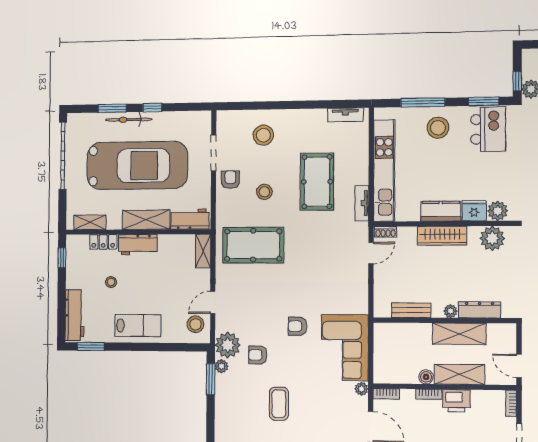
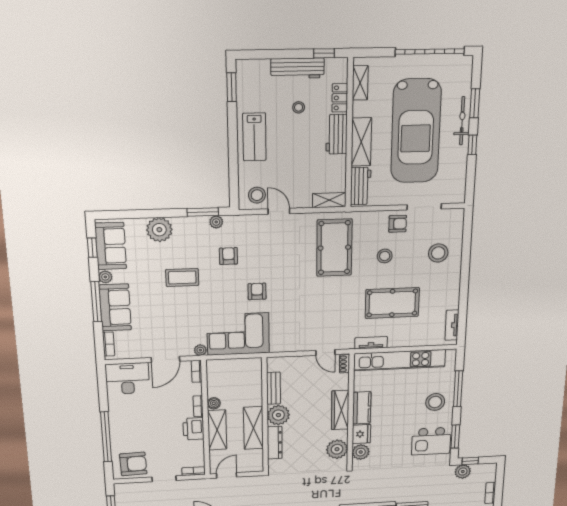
plant: (451, 311) -> (278, 415), width x1.87, depth x1.87
workbench: (75, 315) -> (297, 68), moved
plant: (228, 345) -> (159, 230), moved

